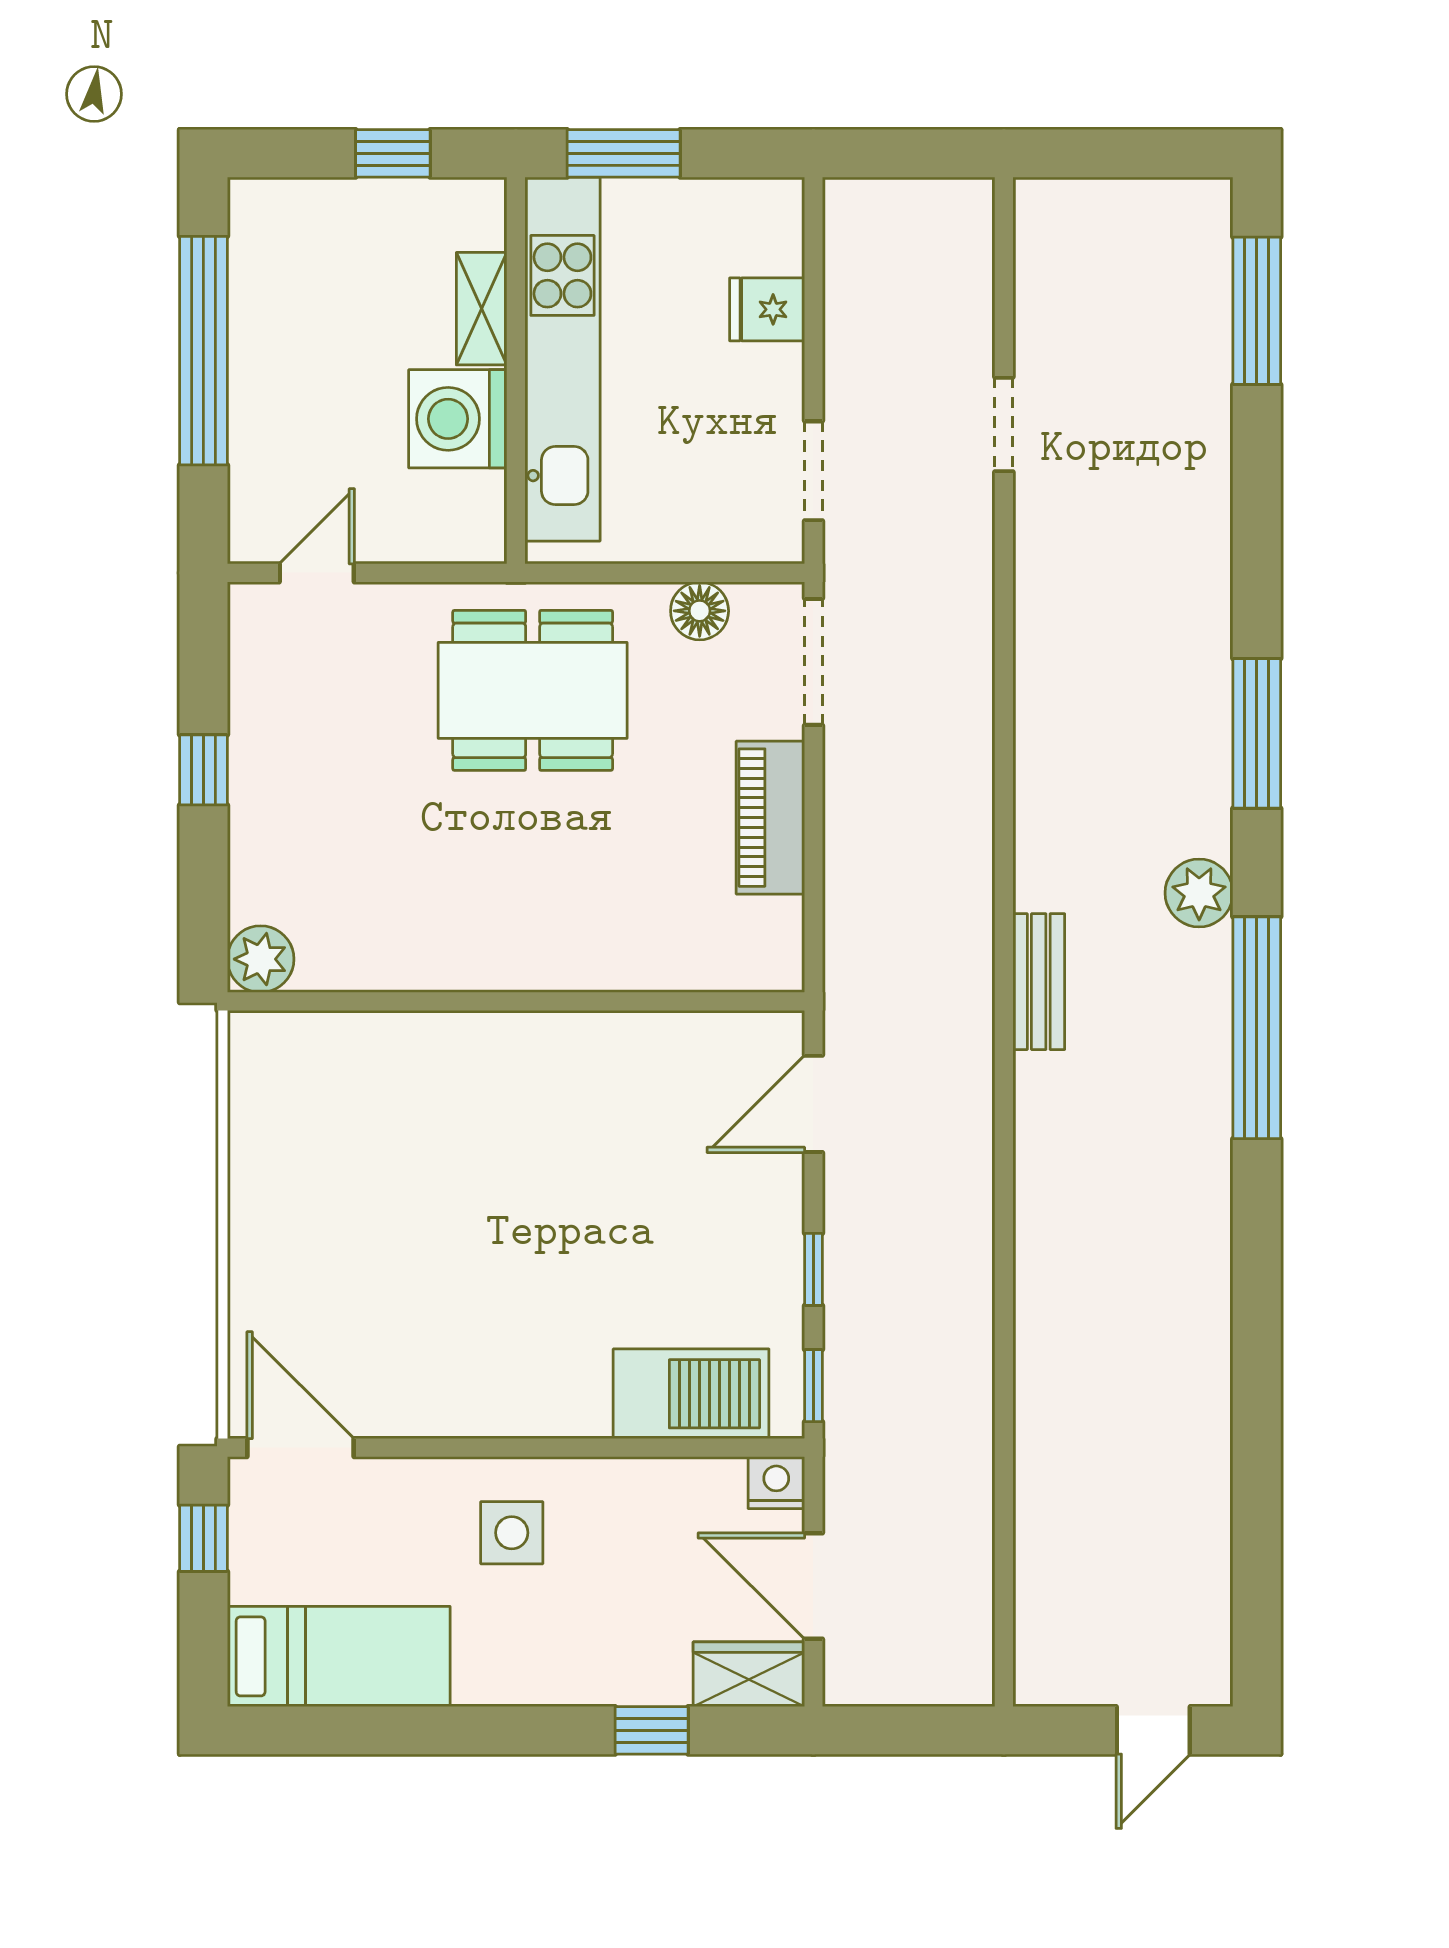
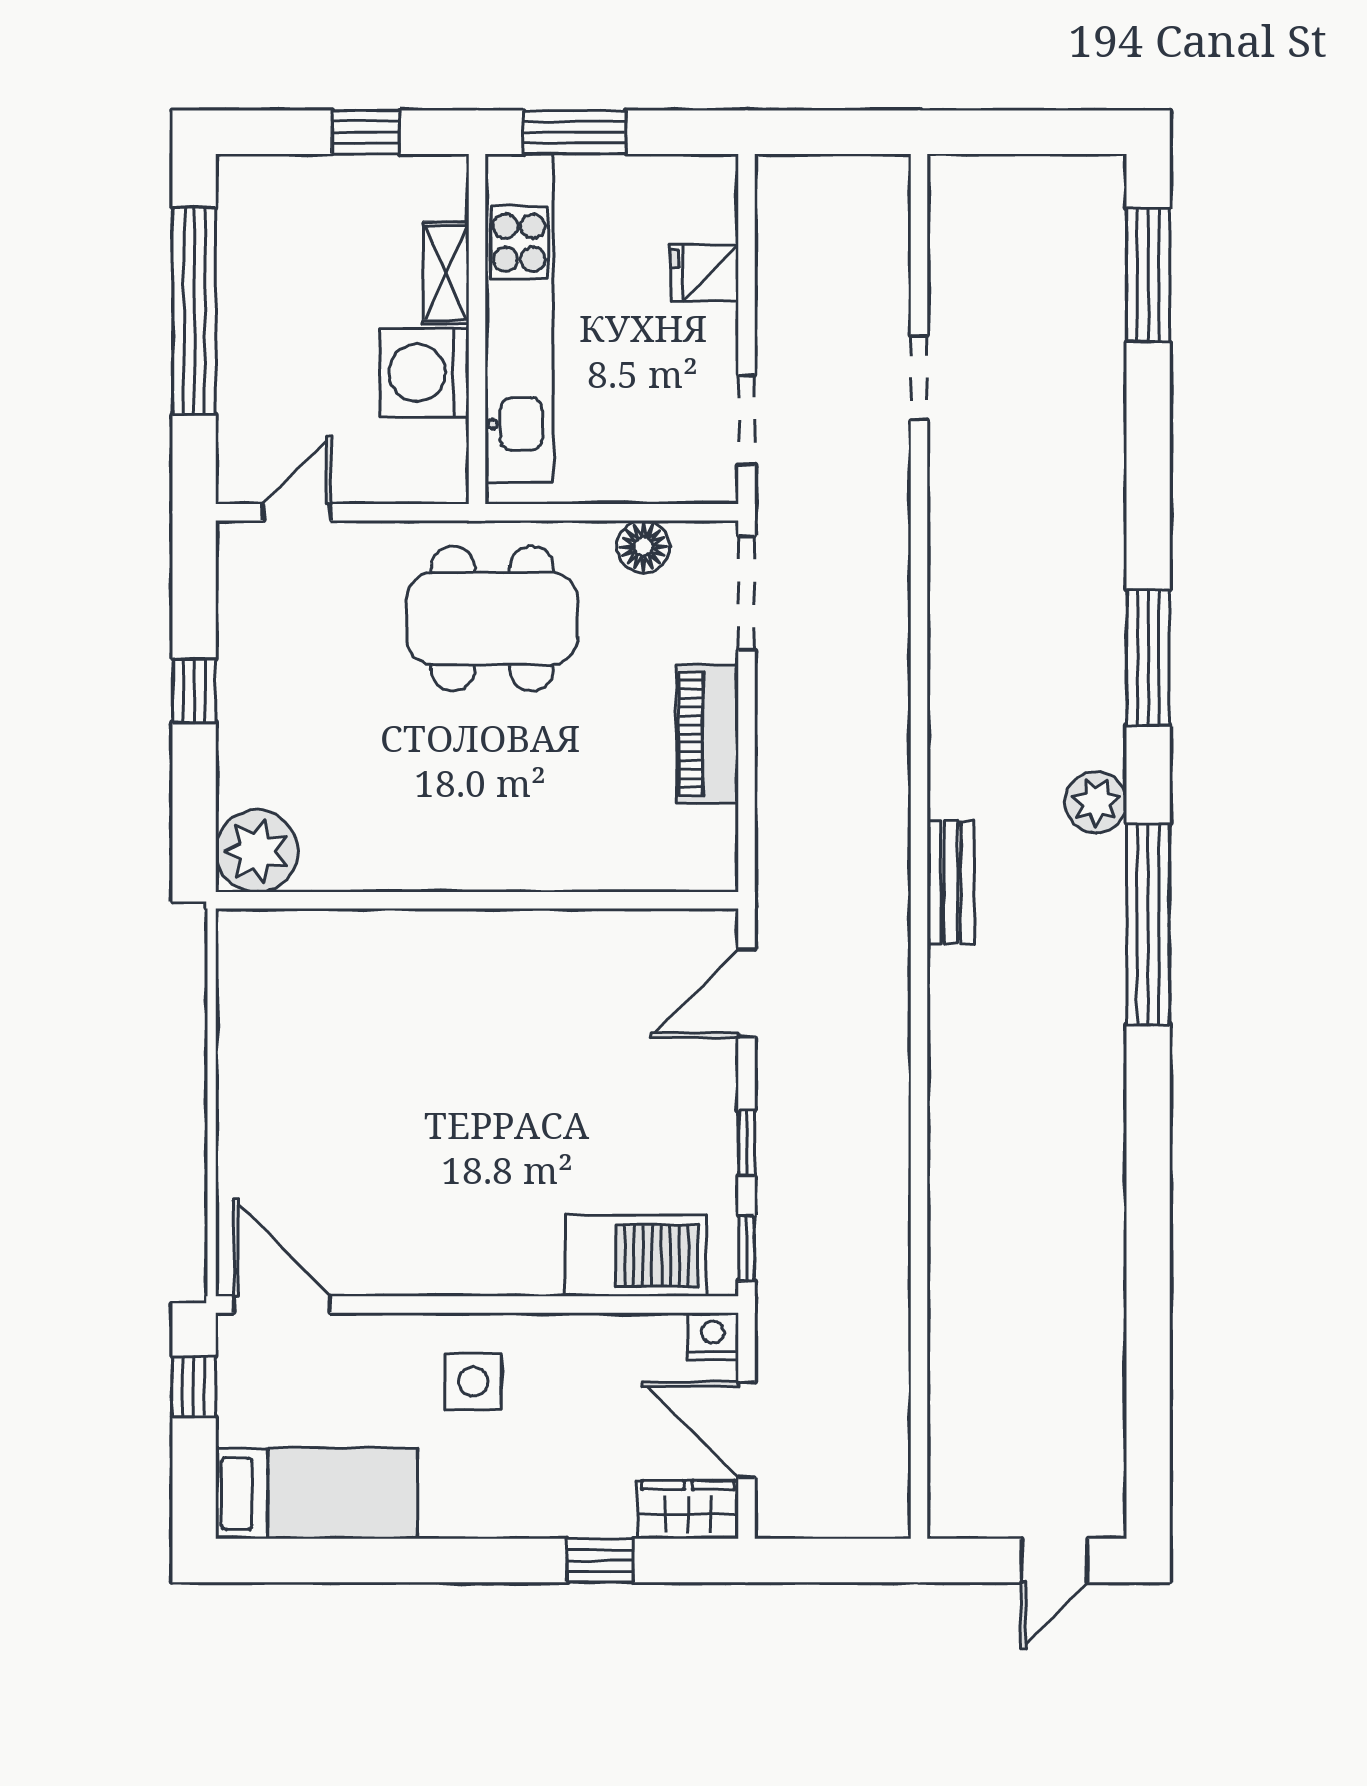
plant: (261, 959) -> (257, 851), width x1.36, depth x1.36

